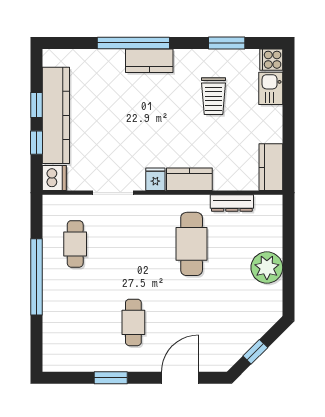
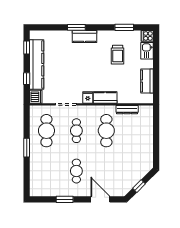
window: (133, 43) -> (76, 27), width x0.47
window: (36, 105) -> (27, 48), moved
kitchen counter: (271, 167) -> (147, 81), moved
cafe table: (75, 244) -> (46, 131), width x1.37, depth x1.35
cafe table: (133, 244) -> (76, 131), added
plant: (267, 268) -> (145, 143), removed
window: (36, 277) -> (27, 148), width x0.47
door: (180, 378) -> (100, 199), hinge flipped

